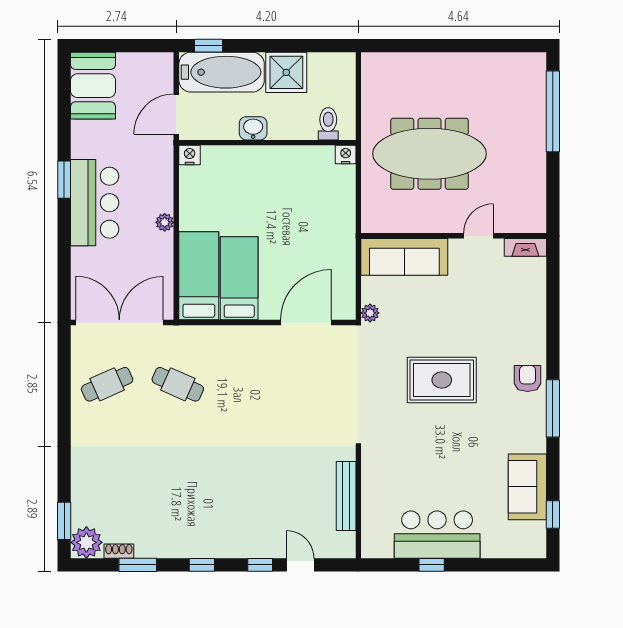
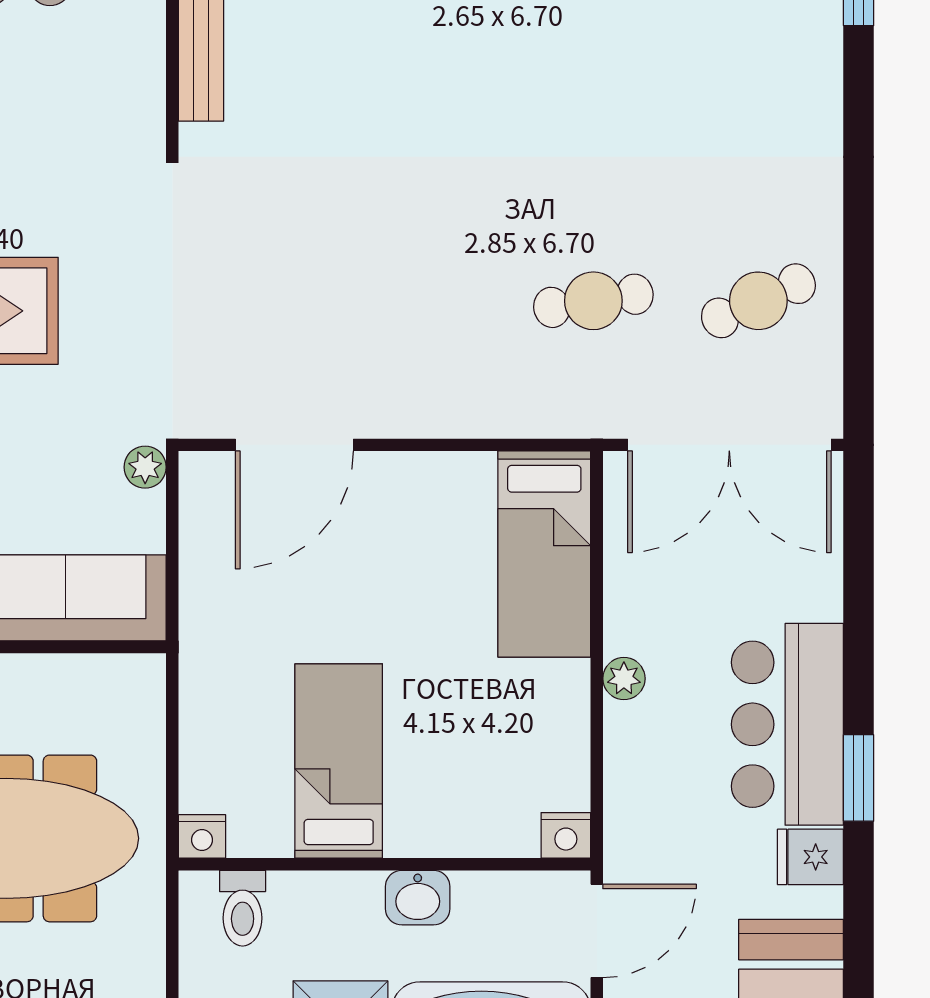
fridge: (85, 146) -> (810, 857), added
bed: (239, 278) -> (339, 761), moved, turned 180
cafe table: (178, 384) -> (593, 301), turned -33

